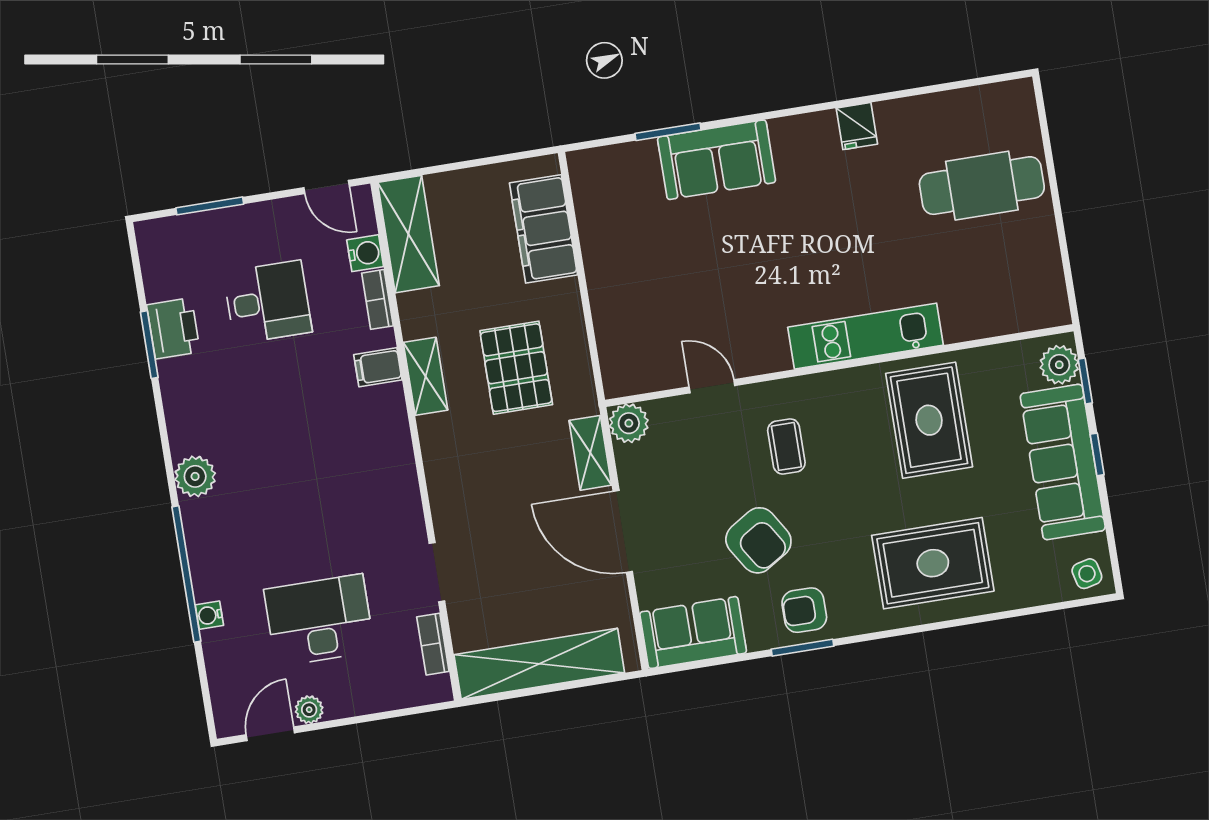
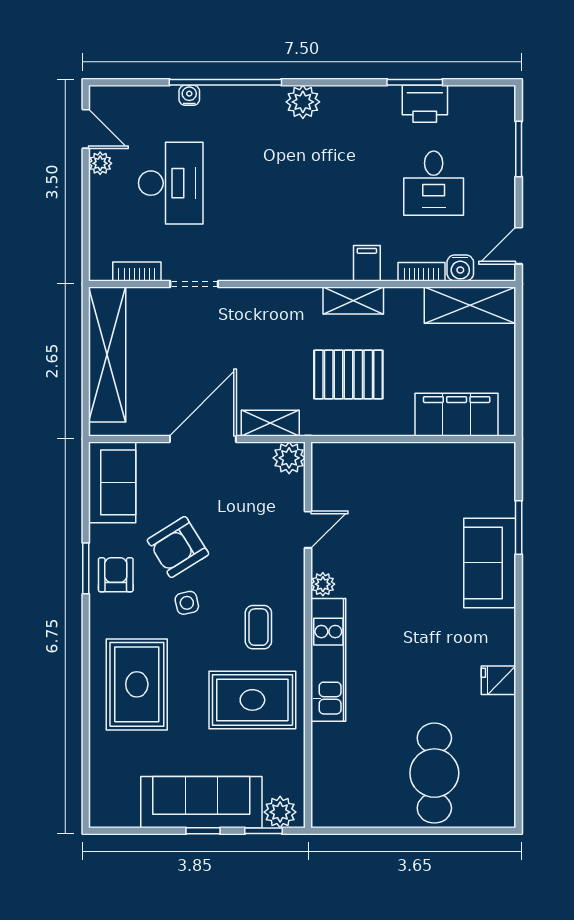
plant: (775, 358) -> (323, 584), added
coffee table: (786, 446) -> (258, 627), moved, turned 90
side table: (1087, 574) -> (187, 603), moved

